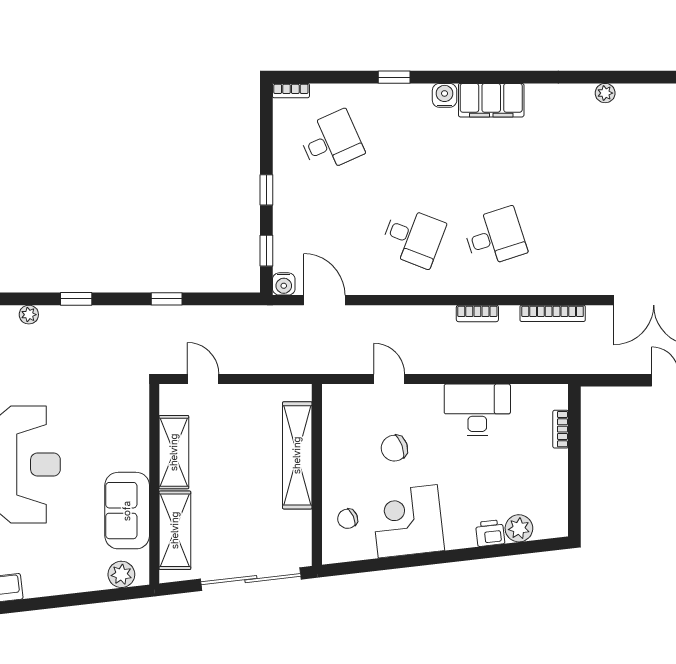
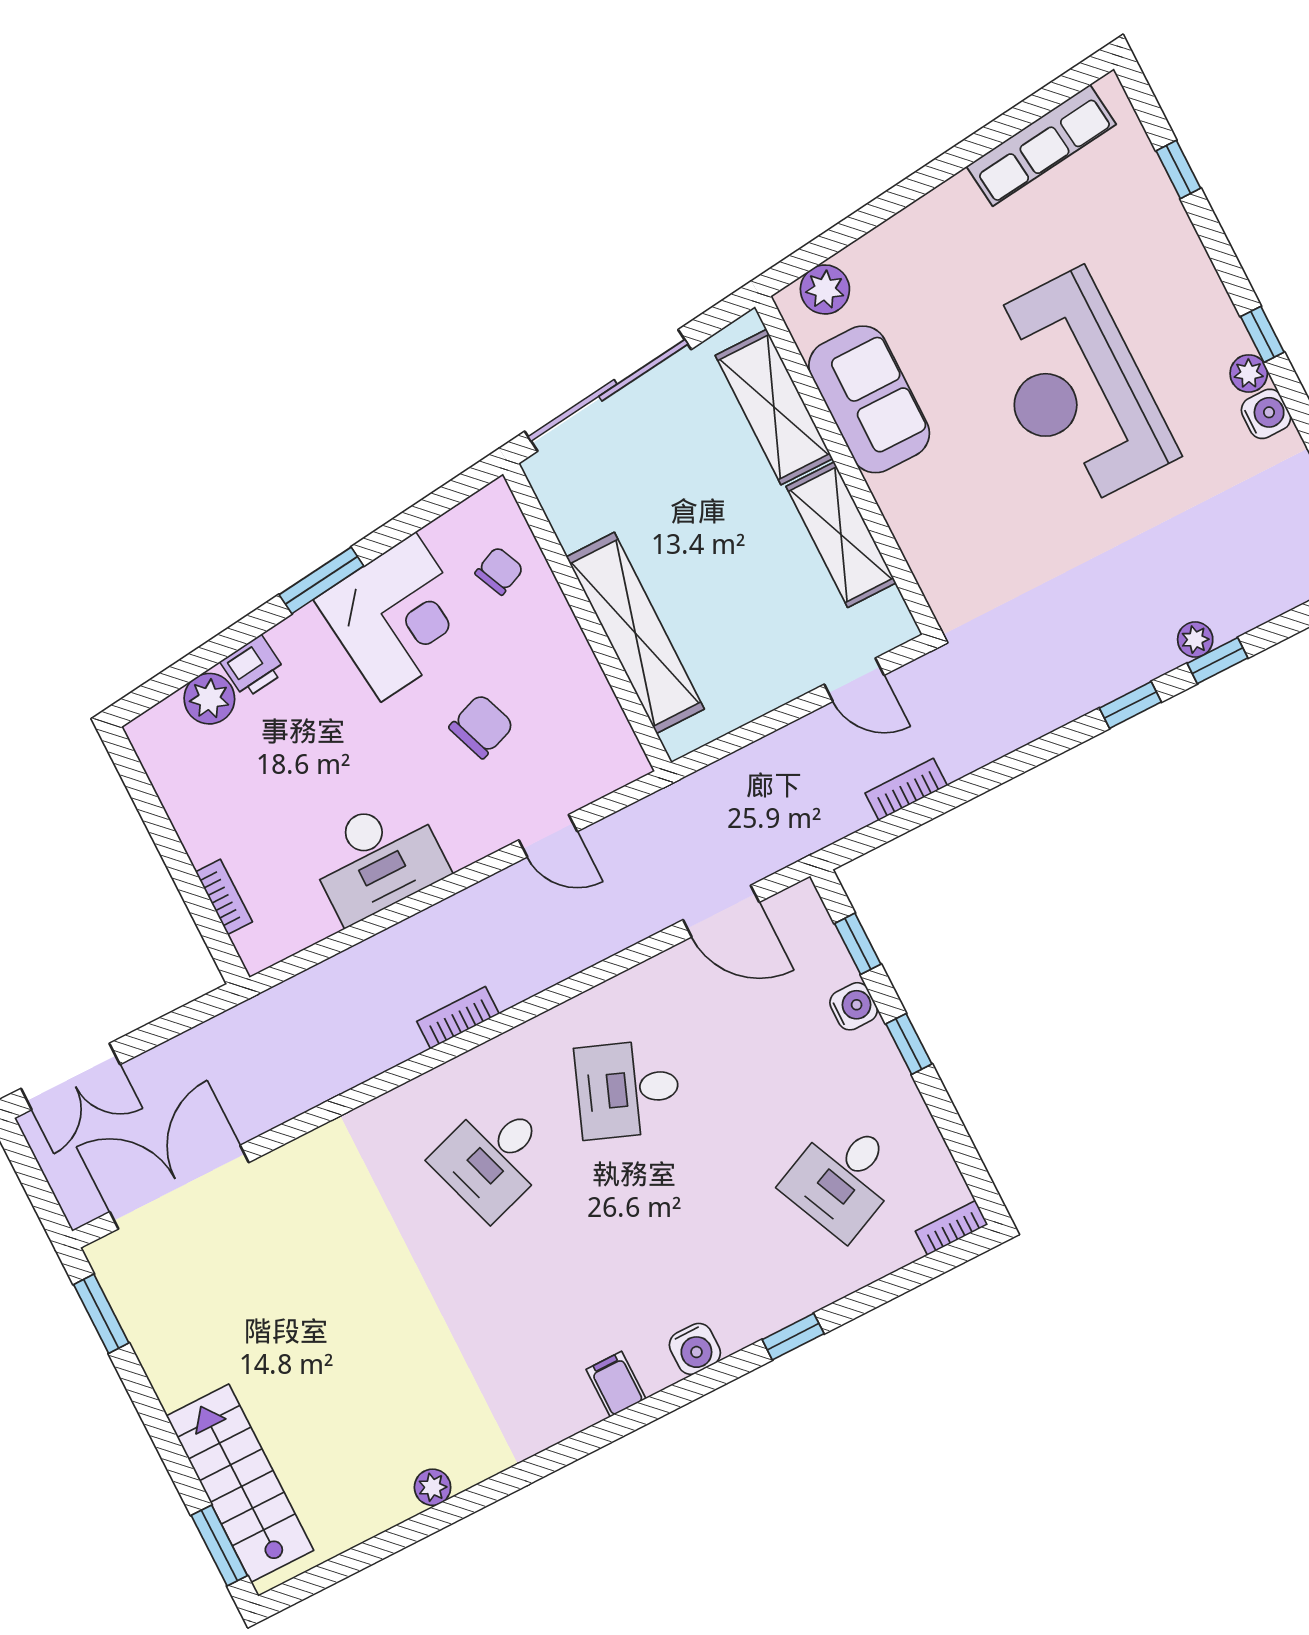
filing cabinet: (491, 100) -> (616, 1384), width x0.33, depth x0.86
water cooler: (284, 284) -> (854, 1006), moved, turned 90
window: (167, 299) -> (1217, 661), moved
bookcase: (553, 313) -> (906, 789), moved, width x0.64
window: (436, 558) -> (321, 580), added

